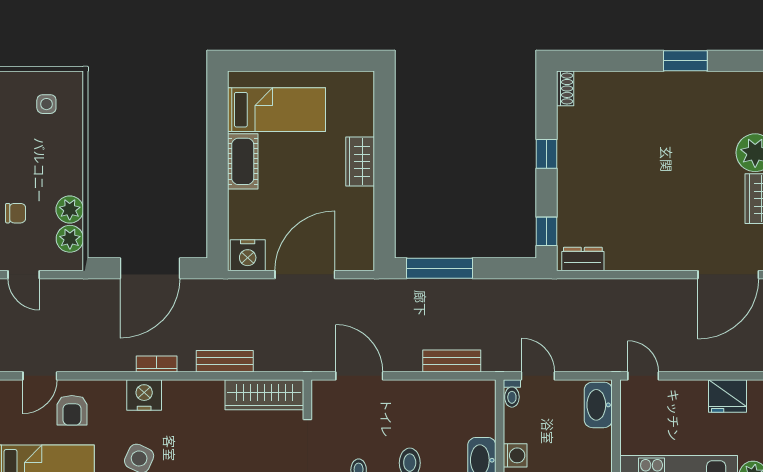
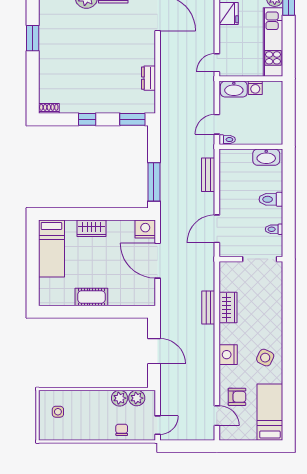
bed: (277, 110) -> (51, 249), moved, turned 180
window: (546, 231) -> (132, 119), width x1.50
nightstand: (248, 255) -> (145, 229), moved, turned -90
dresser: (583, 259) -> (149, 78), moved
door: (150, 268) -> (154, 351), width x0.73
bookcase: (157, 364) -> (210, 347), removed
wardrobe: (264, 395) -> (228, 308), moved, width x0.67
washing machine: (515, 455) -> (255, 88), moved, turned 180

